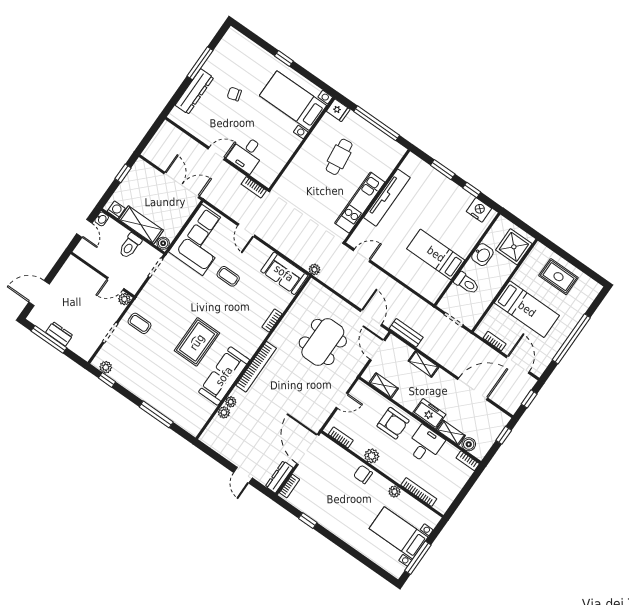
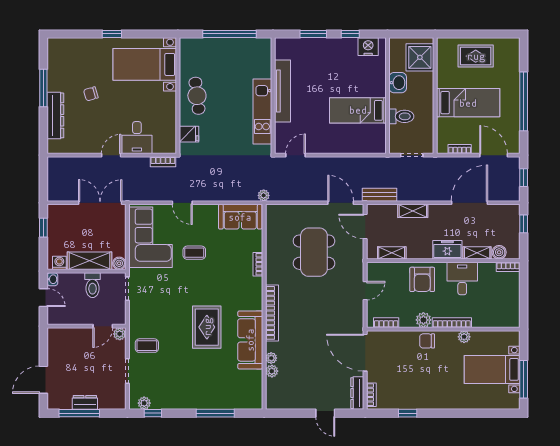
fridge: (338, 110) -> (189, 134), moved
cafe table: (339, 157) -> (197, 96), moved
armchair: (393, 423) -> (422, 279), turned 90
bookcase: (419, 492) -> (452, 323), moved

